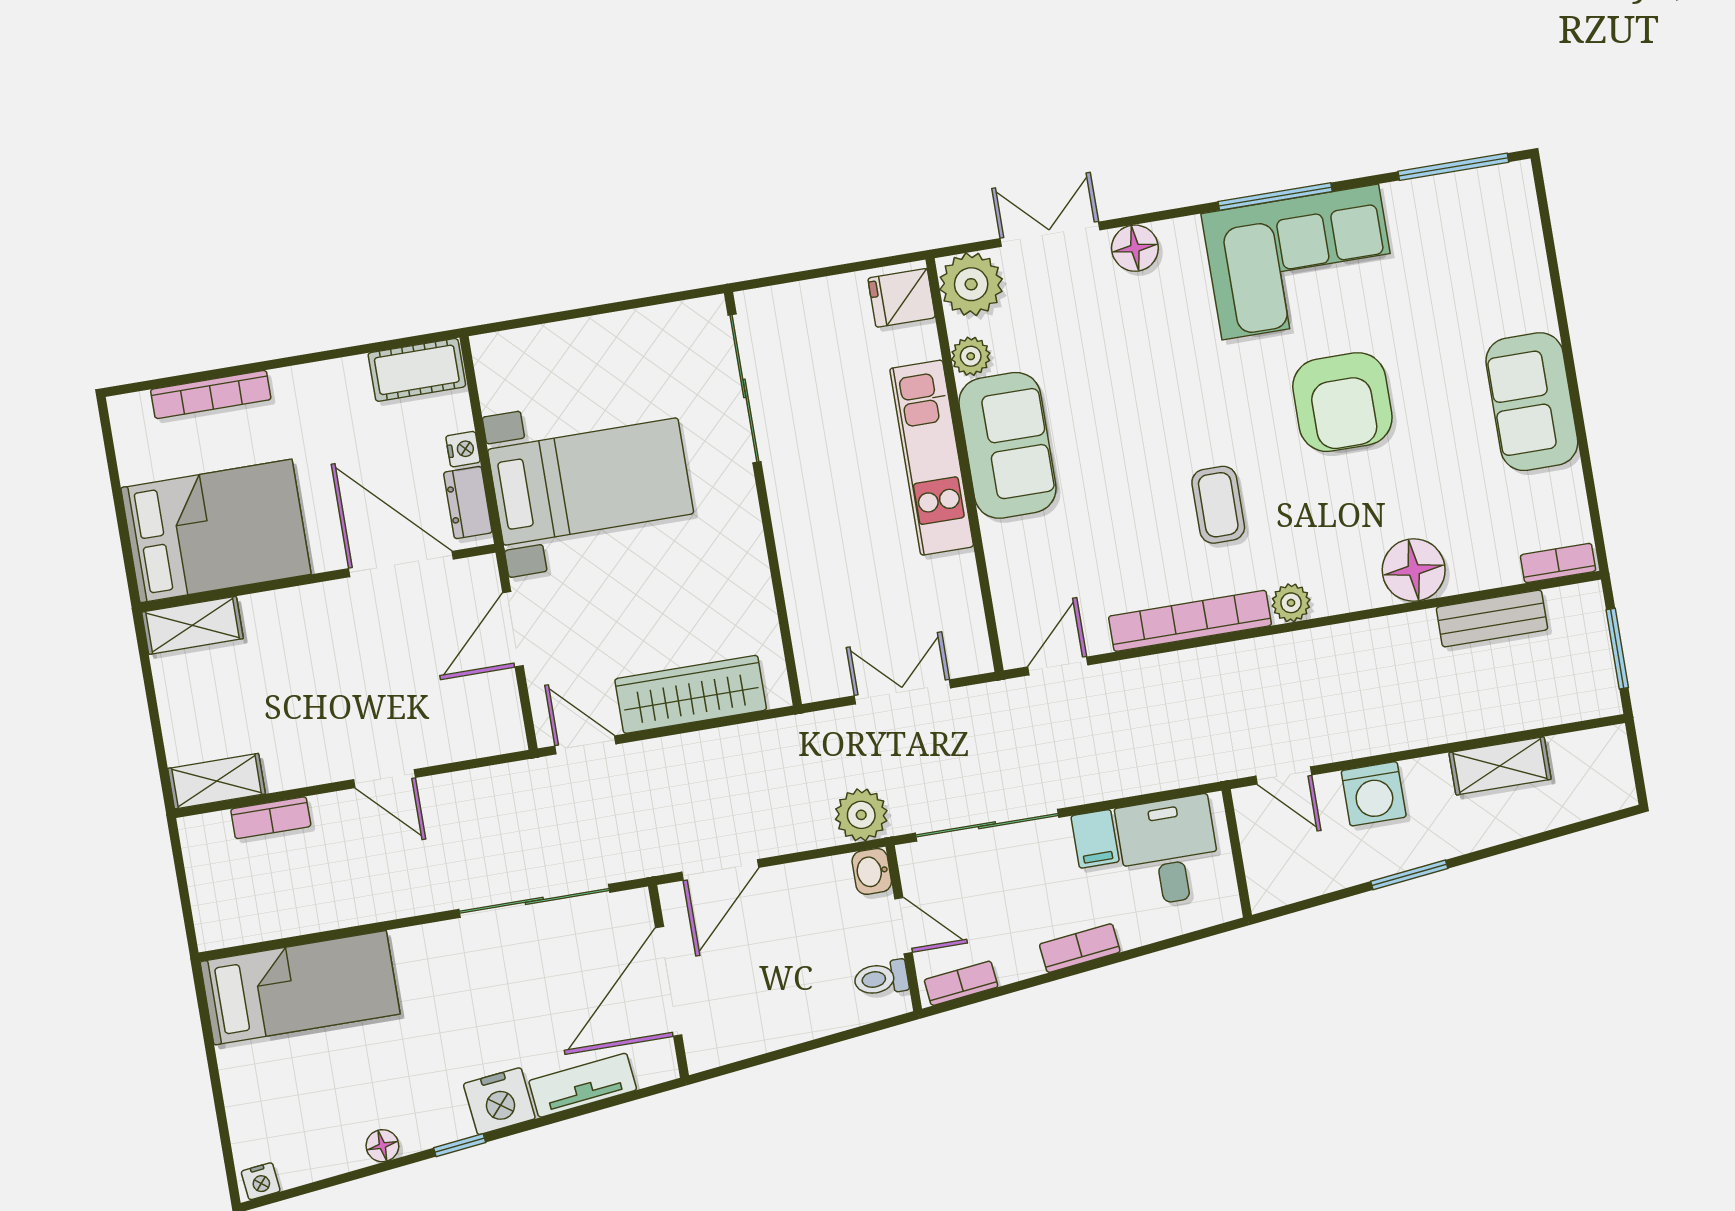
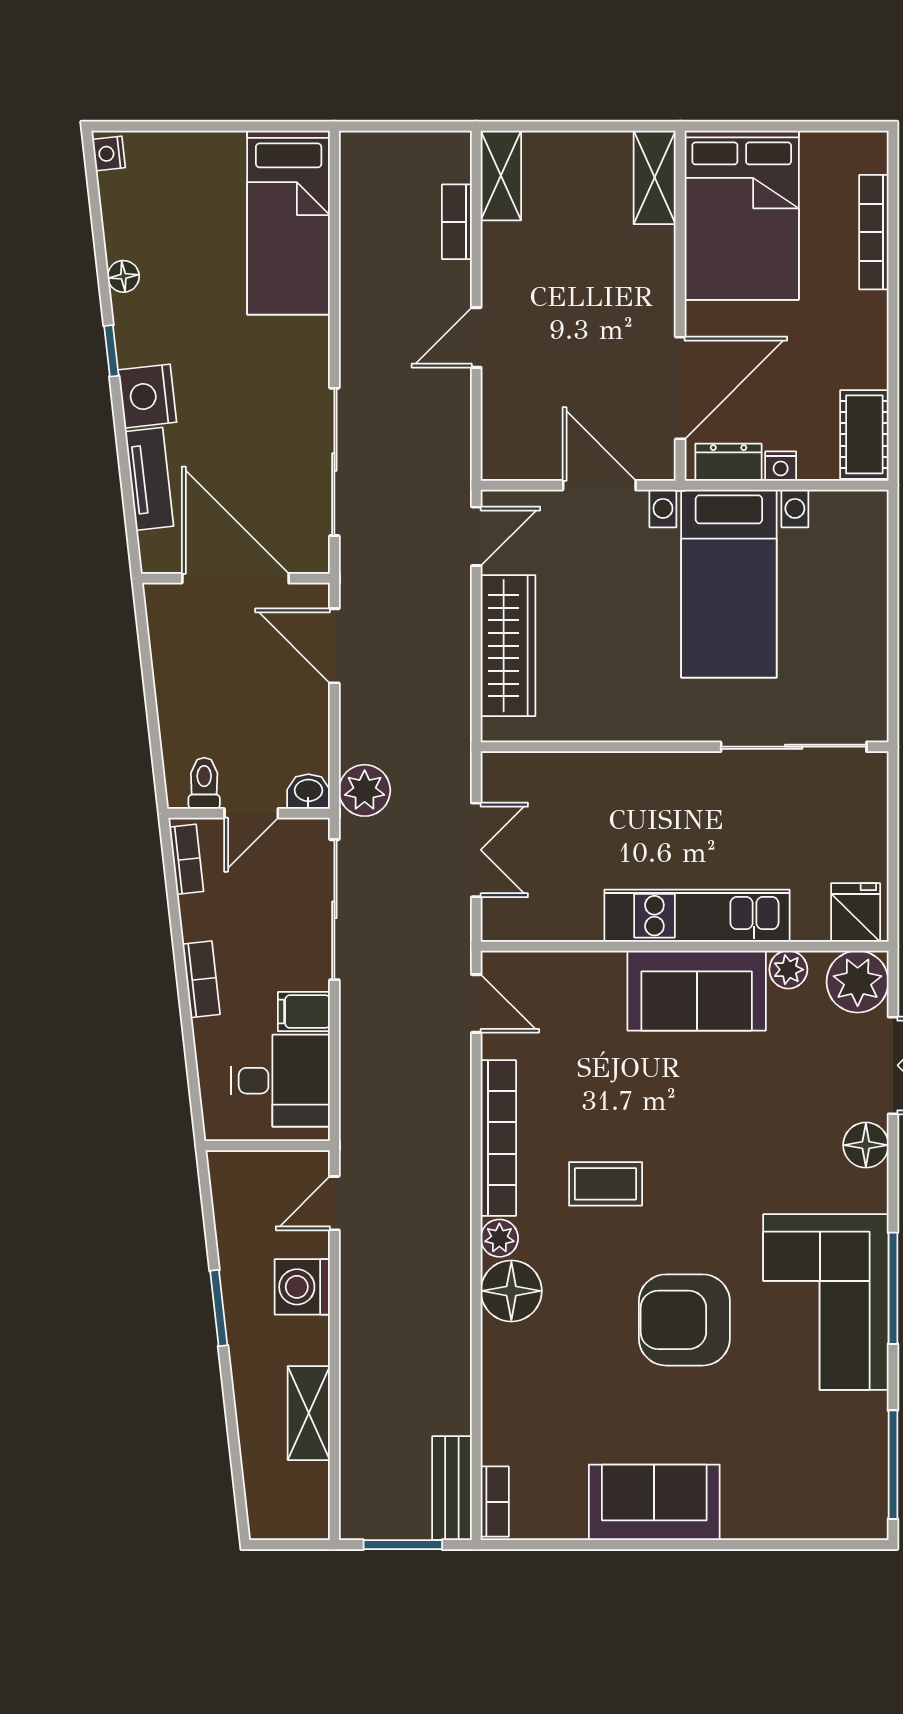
floor lamp: (1414, 570) -> (511, 1291), moved
bench: (1492, 619) -> (452, 1488), moved

